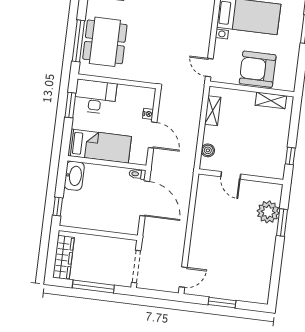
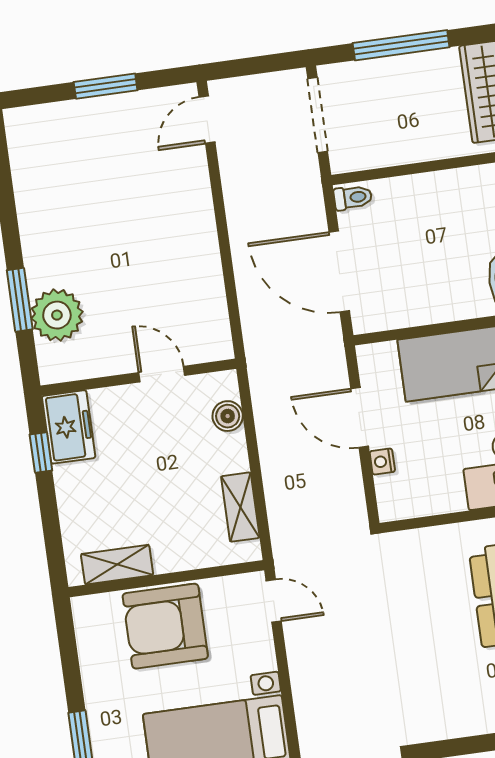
armchair: (258, 69) -> (165, 626), turned 180
freezer: (276, 164) -> (69, 427), added
toilet: (137, 174) -> (353, 198), moved

